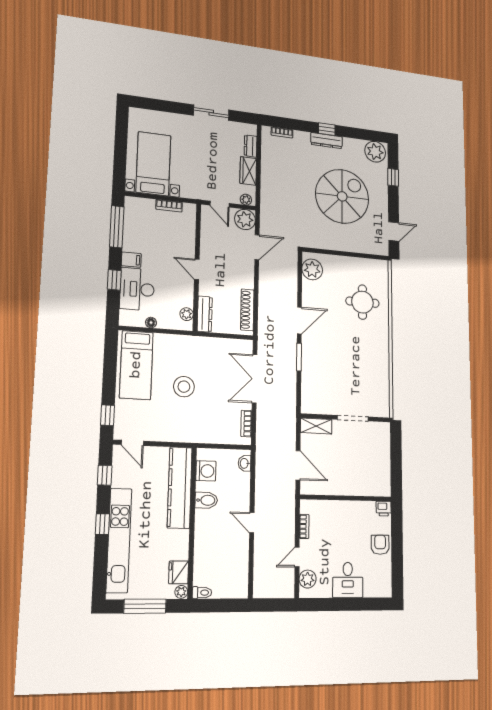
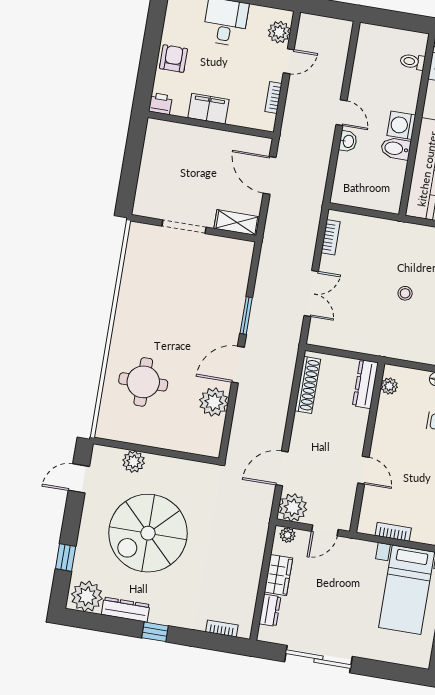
sliding door: (211, 113) -> (318, 659), width x1.37
dresser: (327, 141) -> (126, 610), moved
door: (220, 204) -> (325, 530), swing flipped
plant: (360, 245) -> (134, 462), added
door: (197, 269) -> (363, 470), moved
plant: (312, 269) -> (214, 402), moved
double door: (254, 379) -> (311, 293), width x0.73
stool: (184, 387) -> (405, 293), width x0.53, depth x0.53
washbasin: (245, 463) -> (348, 141), moved
washing machine: (206, 471) -> (401, 125), moved
filing cabinet: (350, 510) -> (208, 109), added
armchair: (380, 545) -> (173, 59), turned 180
toilet: (202, 593) -> (413, 62), moved

